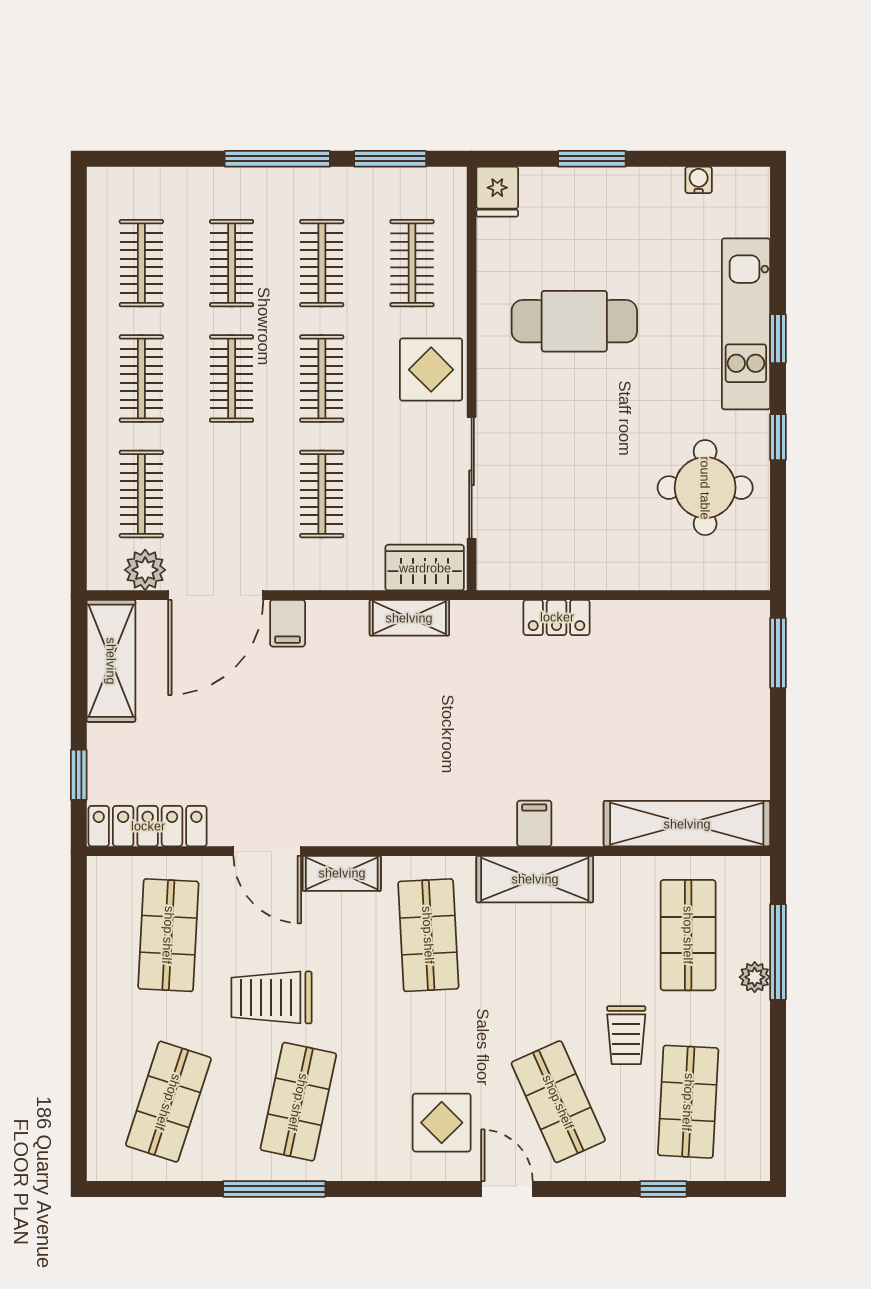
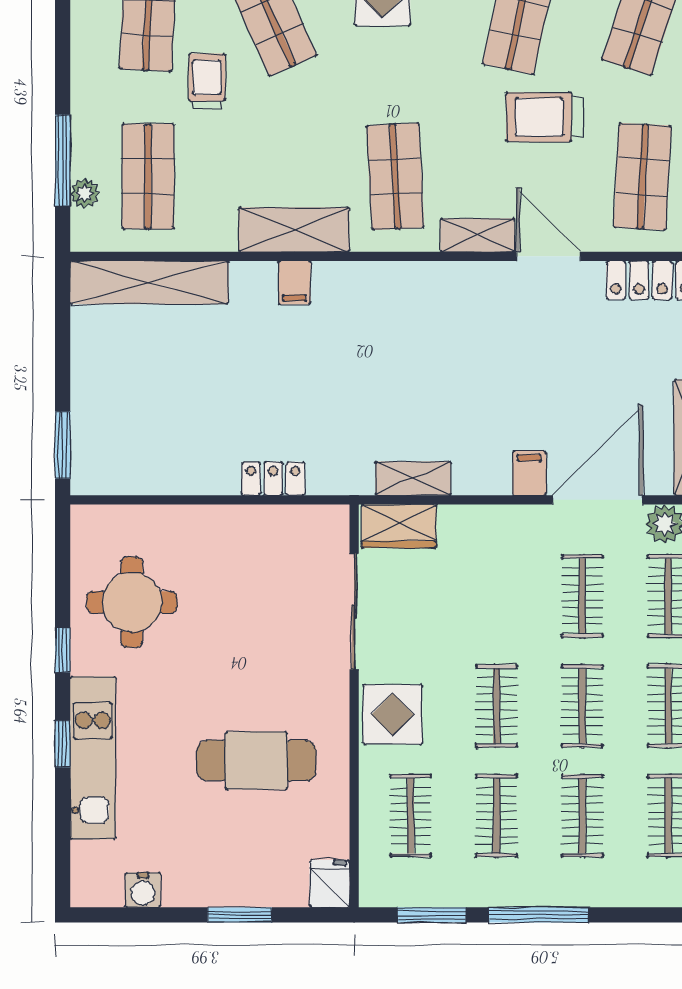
water cooler: (699, 180) -> (143, 890), width x1.38, depth x1.38
clothes rail: (322, 494) -> (582, 596), moved
plant: (755, 977) -> (85, 193), moved
trolley: (272, 997) -> (544, 117), turned 180

